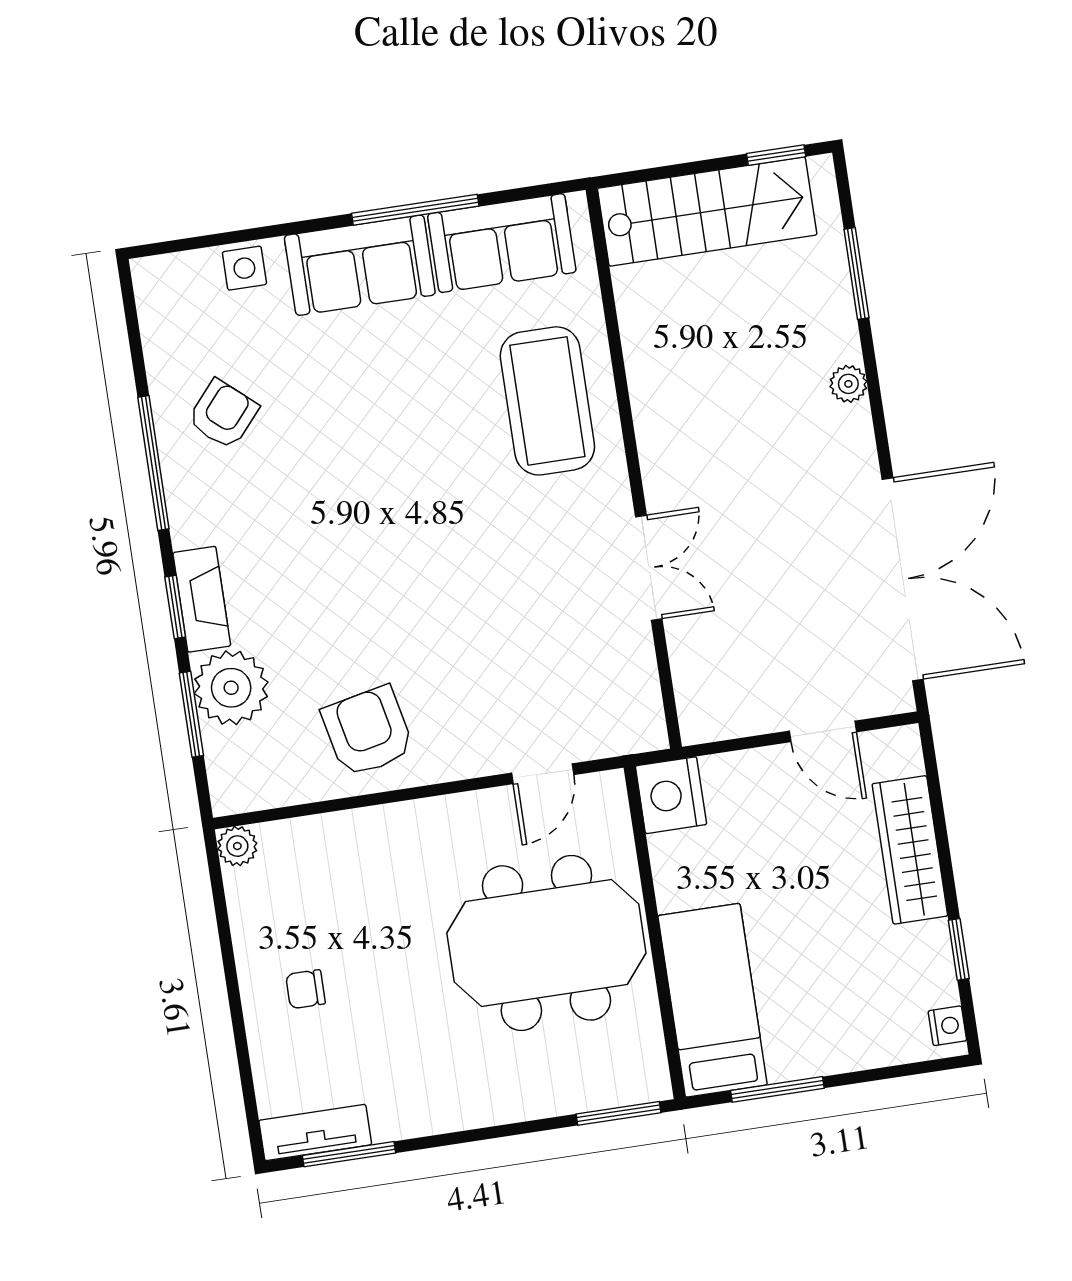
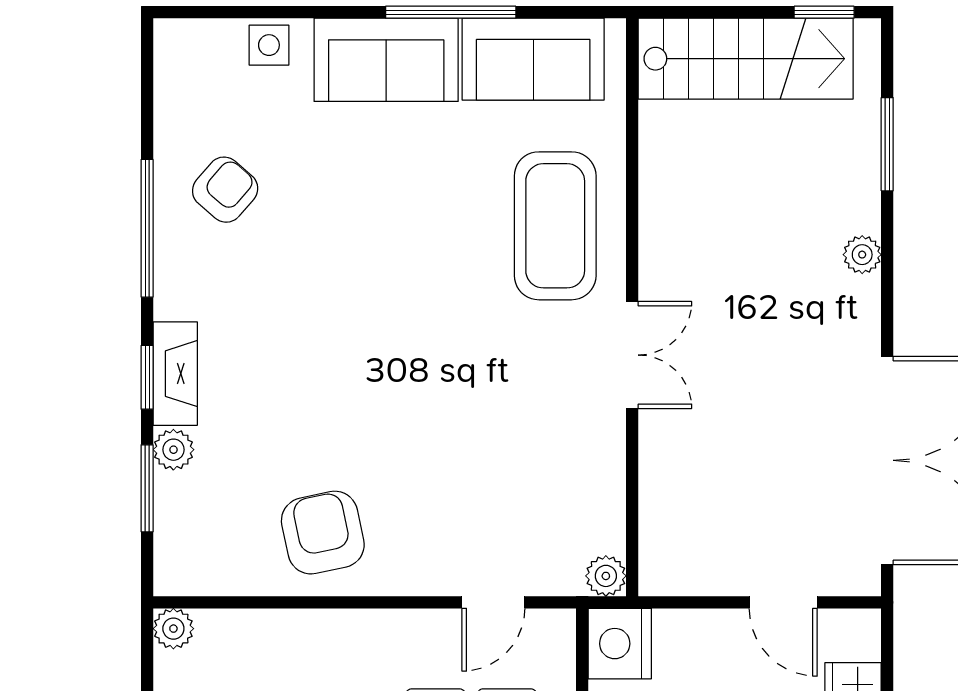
double door: (649, 568) -> (632, 355), moved
plant: (231, 688) -> (173, 450), width x0.53, depth x0.53
plant: (648, 732) -> (606, 576), added

